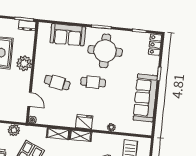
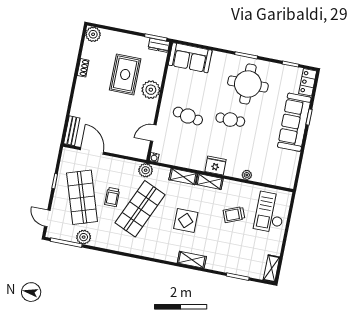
sofa: (68, 35) -> (190, 58), moved
sofa: (145, 98) -> (294, 122), moved
door: (30, 100) -> (153, 133), swing flipped
plant: (14, 130) -> (146, 170), moved

